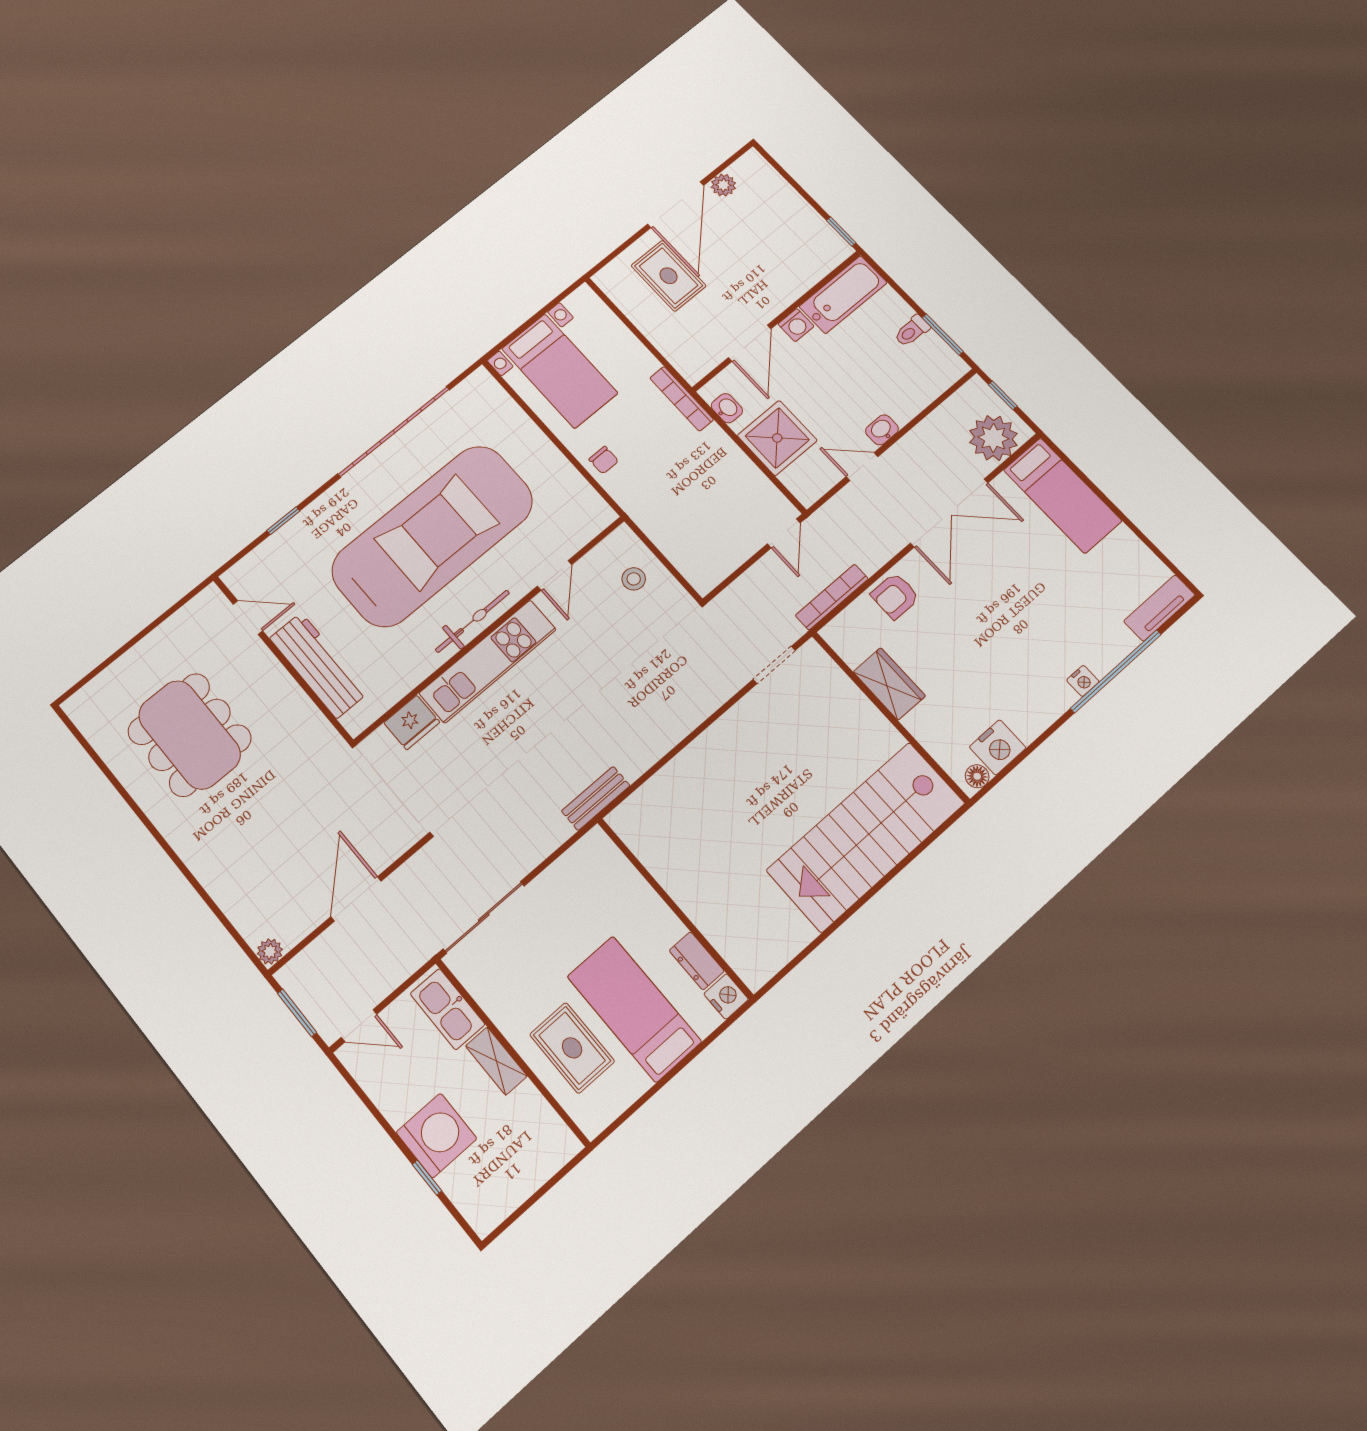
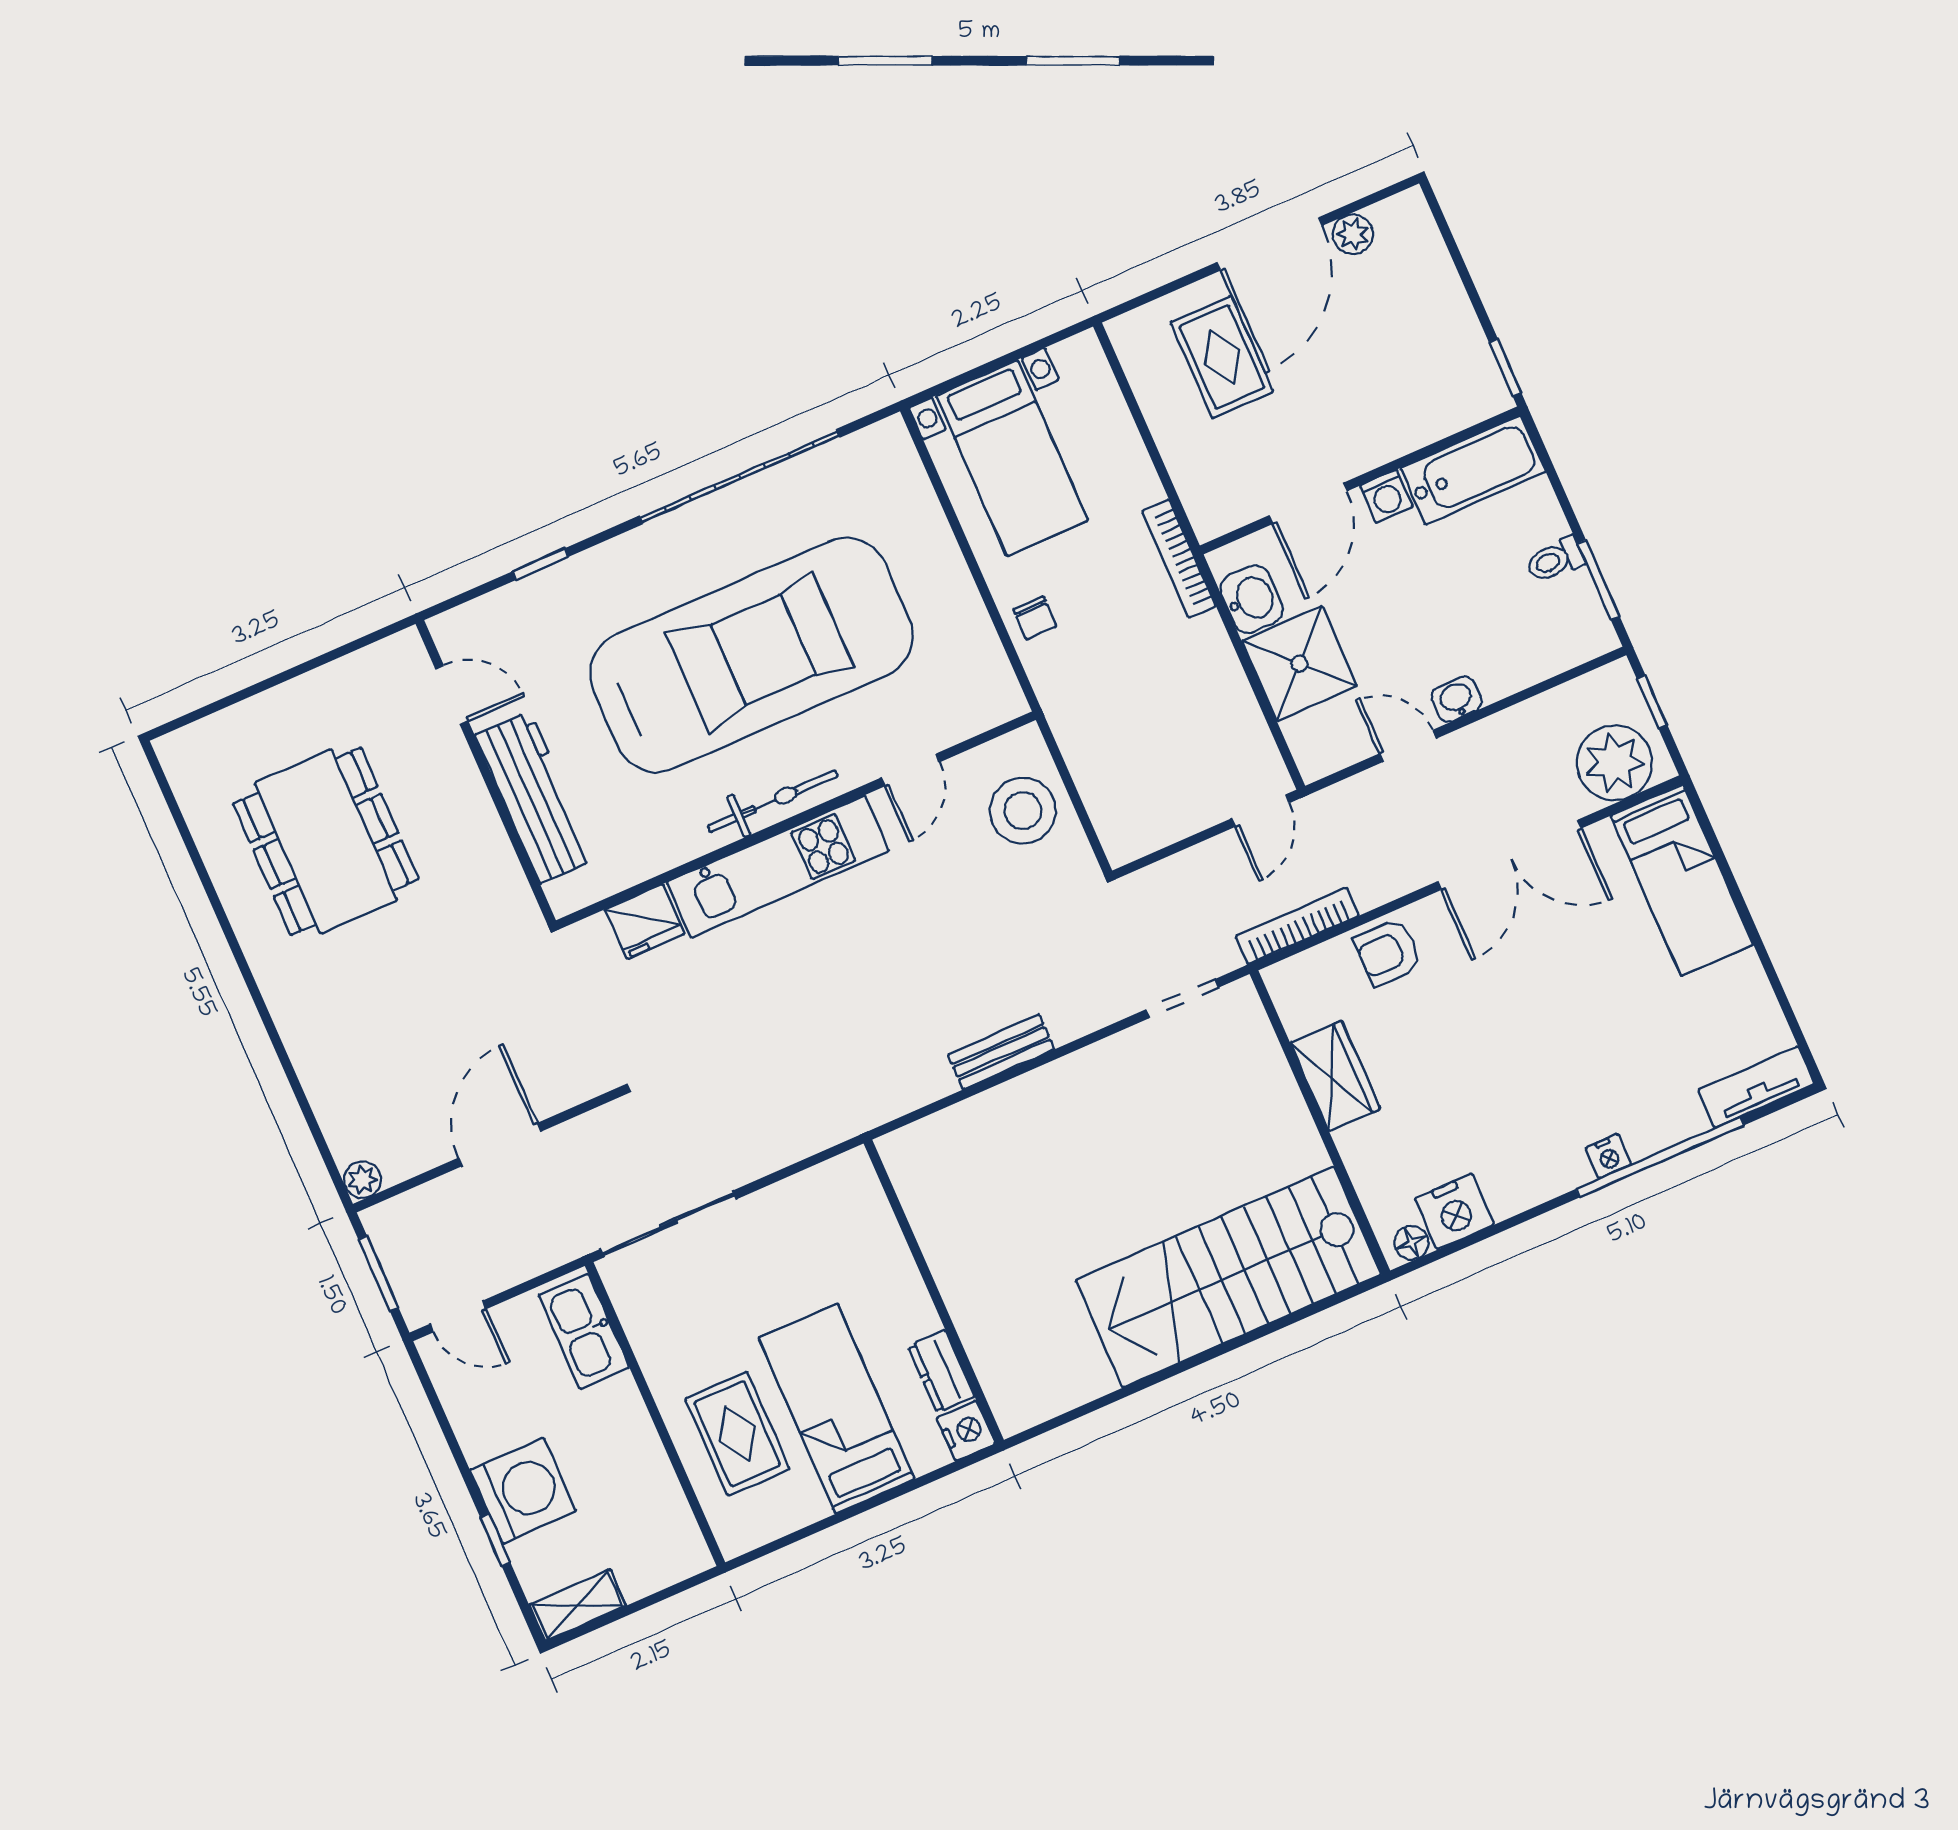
washbasin: (727, 408) -> (1251, 599), width x1.38, depth x1.45
stool: (634, 579) -> (1023, 811), width x1.89, depth x1.89
bench: (596, 798) -> (1001, 1052), moved
shelving: (496, 1061) -> (578, 1605), moved, turned 90

